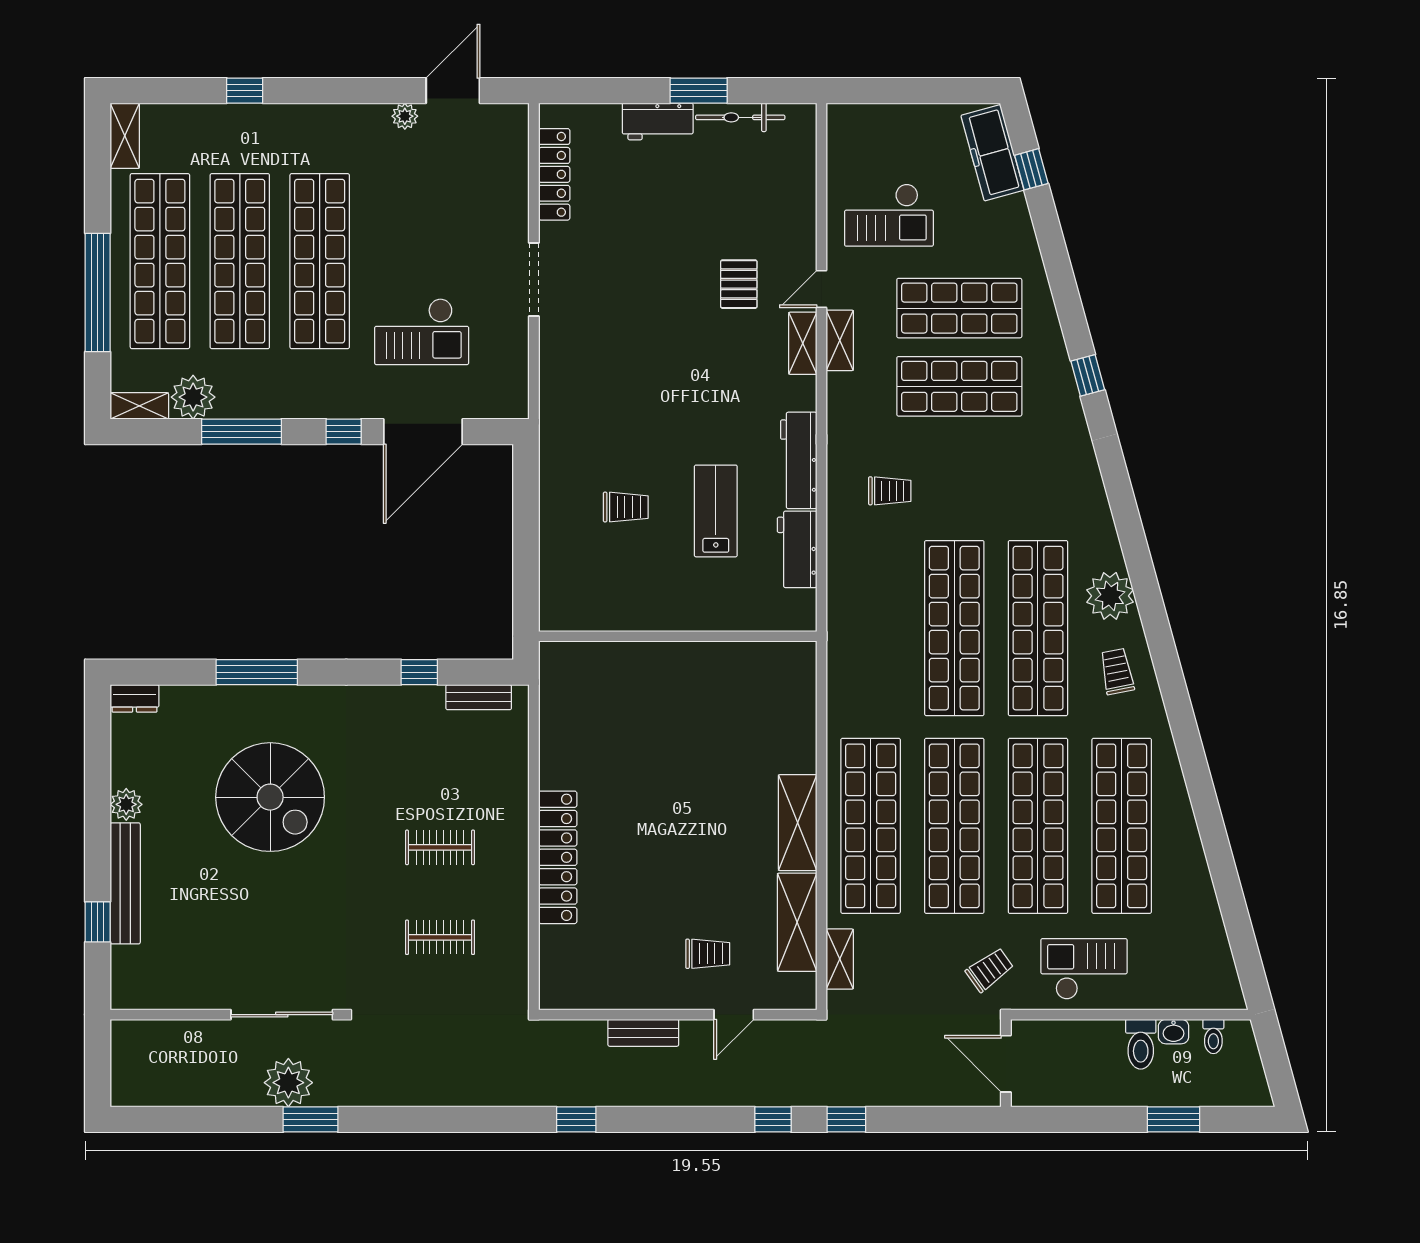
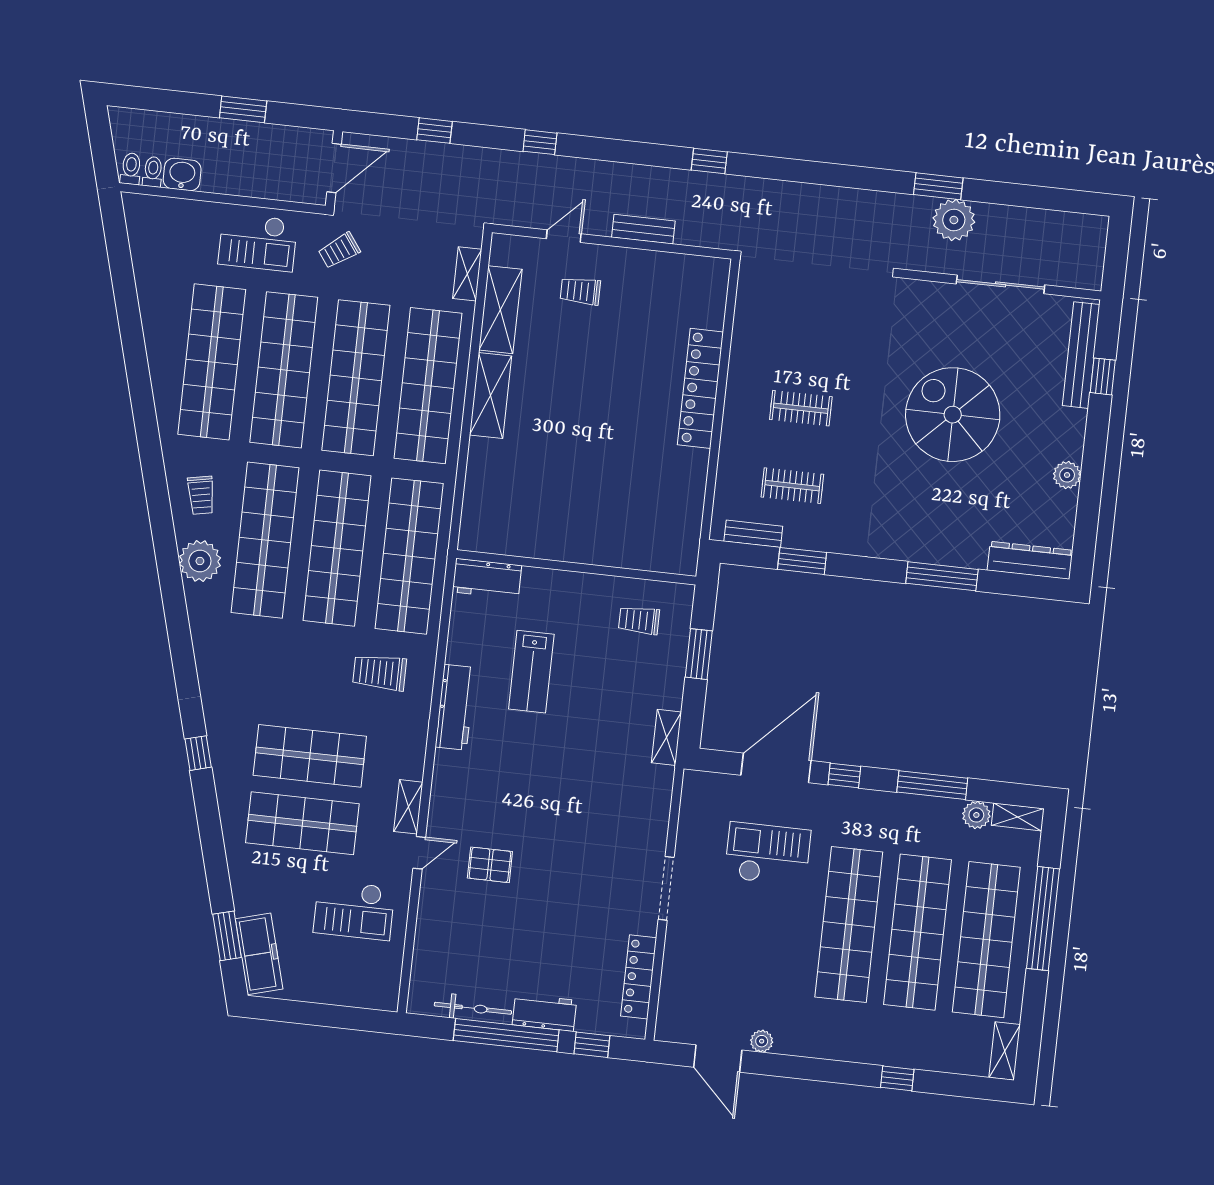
door: (453, 91) -> (718, 1059), hinge flipped
window: (599, 91) -> (592, 1045), added
window: (699, 91) -> (506, 1035), width x2.11
window: (1031, 169) -> (227, 936), width x1.50
checkout: (889, 215) -> (354, 910), turned 180
pallet: (739, 284) -> (490, 865), turned 90
shelving: (803, 343) -> (666, 737), moved
plant: (193, 397) -> (976, 815), width x0.73, depth x0.73
trolley: (890, 491) -> (380, 672), width x1.36, depth x1.39
trolley: (626, 507) -> (639, 620), moved
workbench: (797, 549) -> (487, 579), moved, turned 90
window: (526, 552) -> (699, 654), added
shop shelf: (871, 628) -> (409, 556), added
window: (419, 672) -> (802, 561), width x1.50
dresser: (135, 698) -> (1030, 560), width x1.96, depth x1.24
spiral stairs: (270, 797) -> (953, 415), moved
bench: (125, 883) -> (1081, 355), moved
clothes rail: (440, 937) -> (792, 486), moved
sliding door: (282, 1015) -> (1000, 284), moved
washbasin: (1174, 1032) -> (182, 174), width x1.38, depth x1.45
toilet: (1141, 1044) -> (131, 169), moved, width x0.73, depth x0.72
door: (1006, 1064) -> (334, 168), hinge flipped
window: (846, 1119) -> (435, 131), moved
window: (1173, 1119) -> (243, 109), moved

